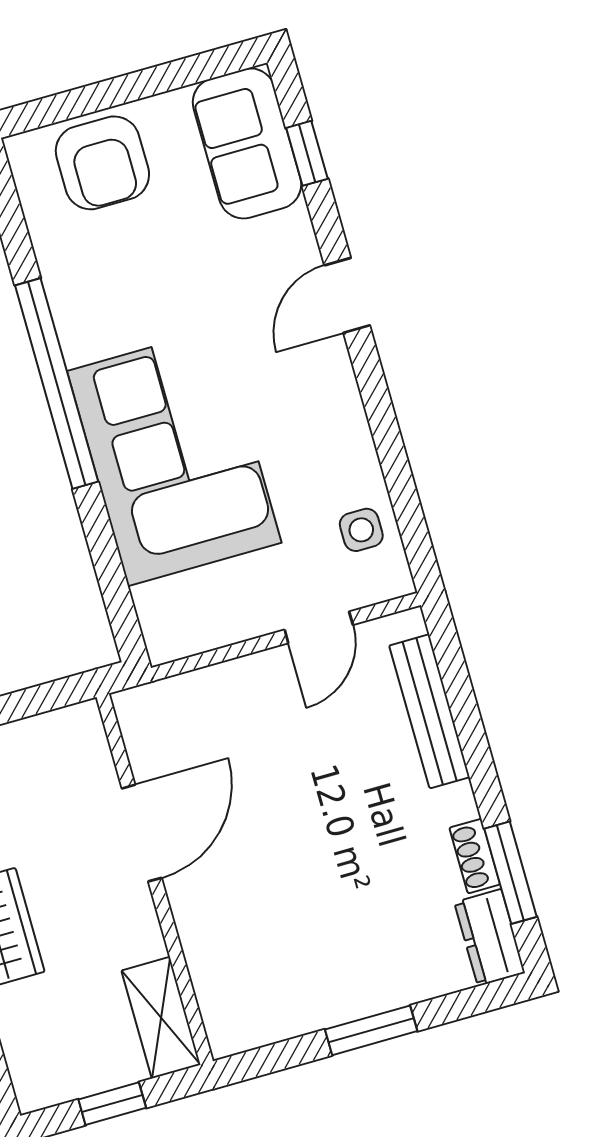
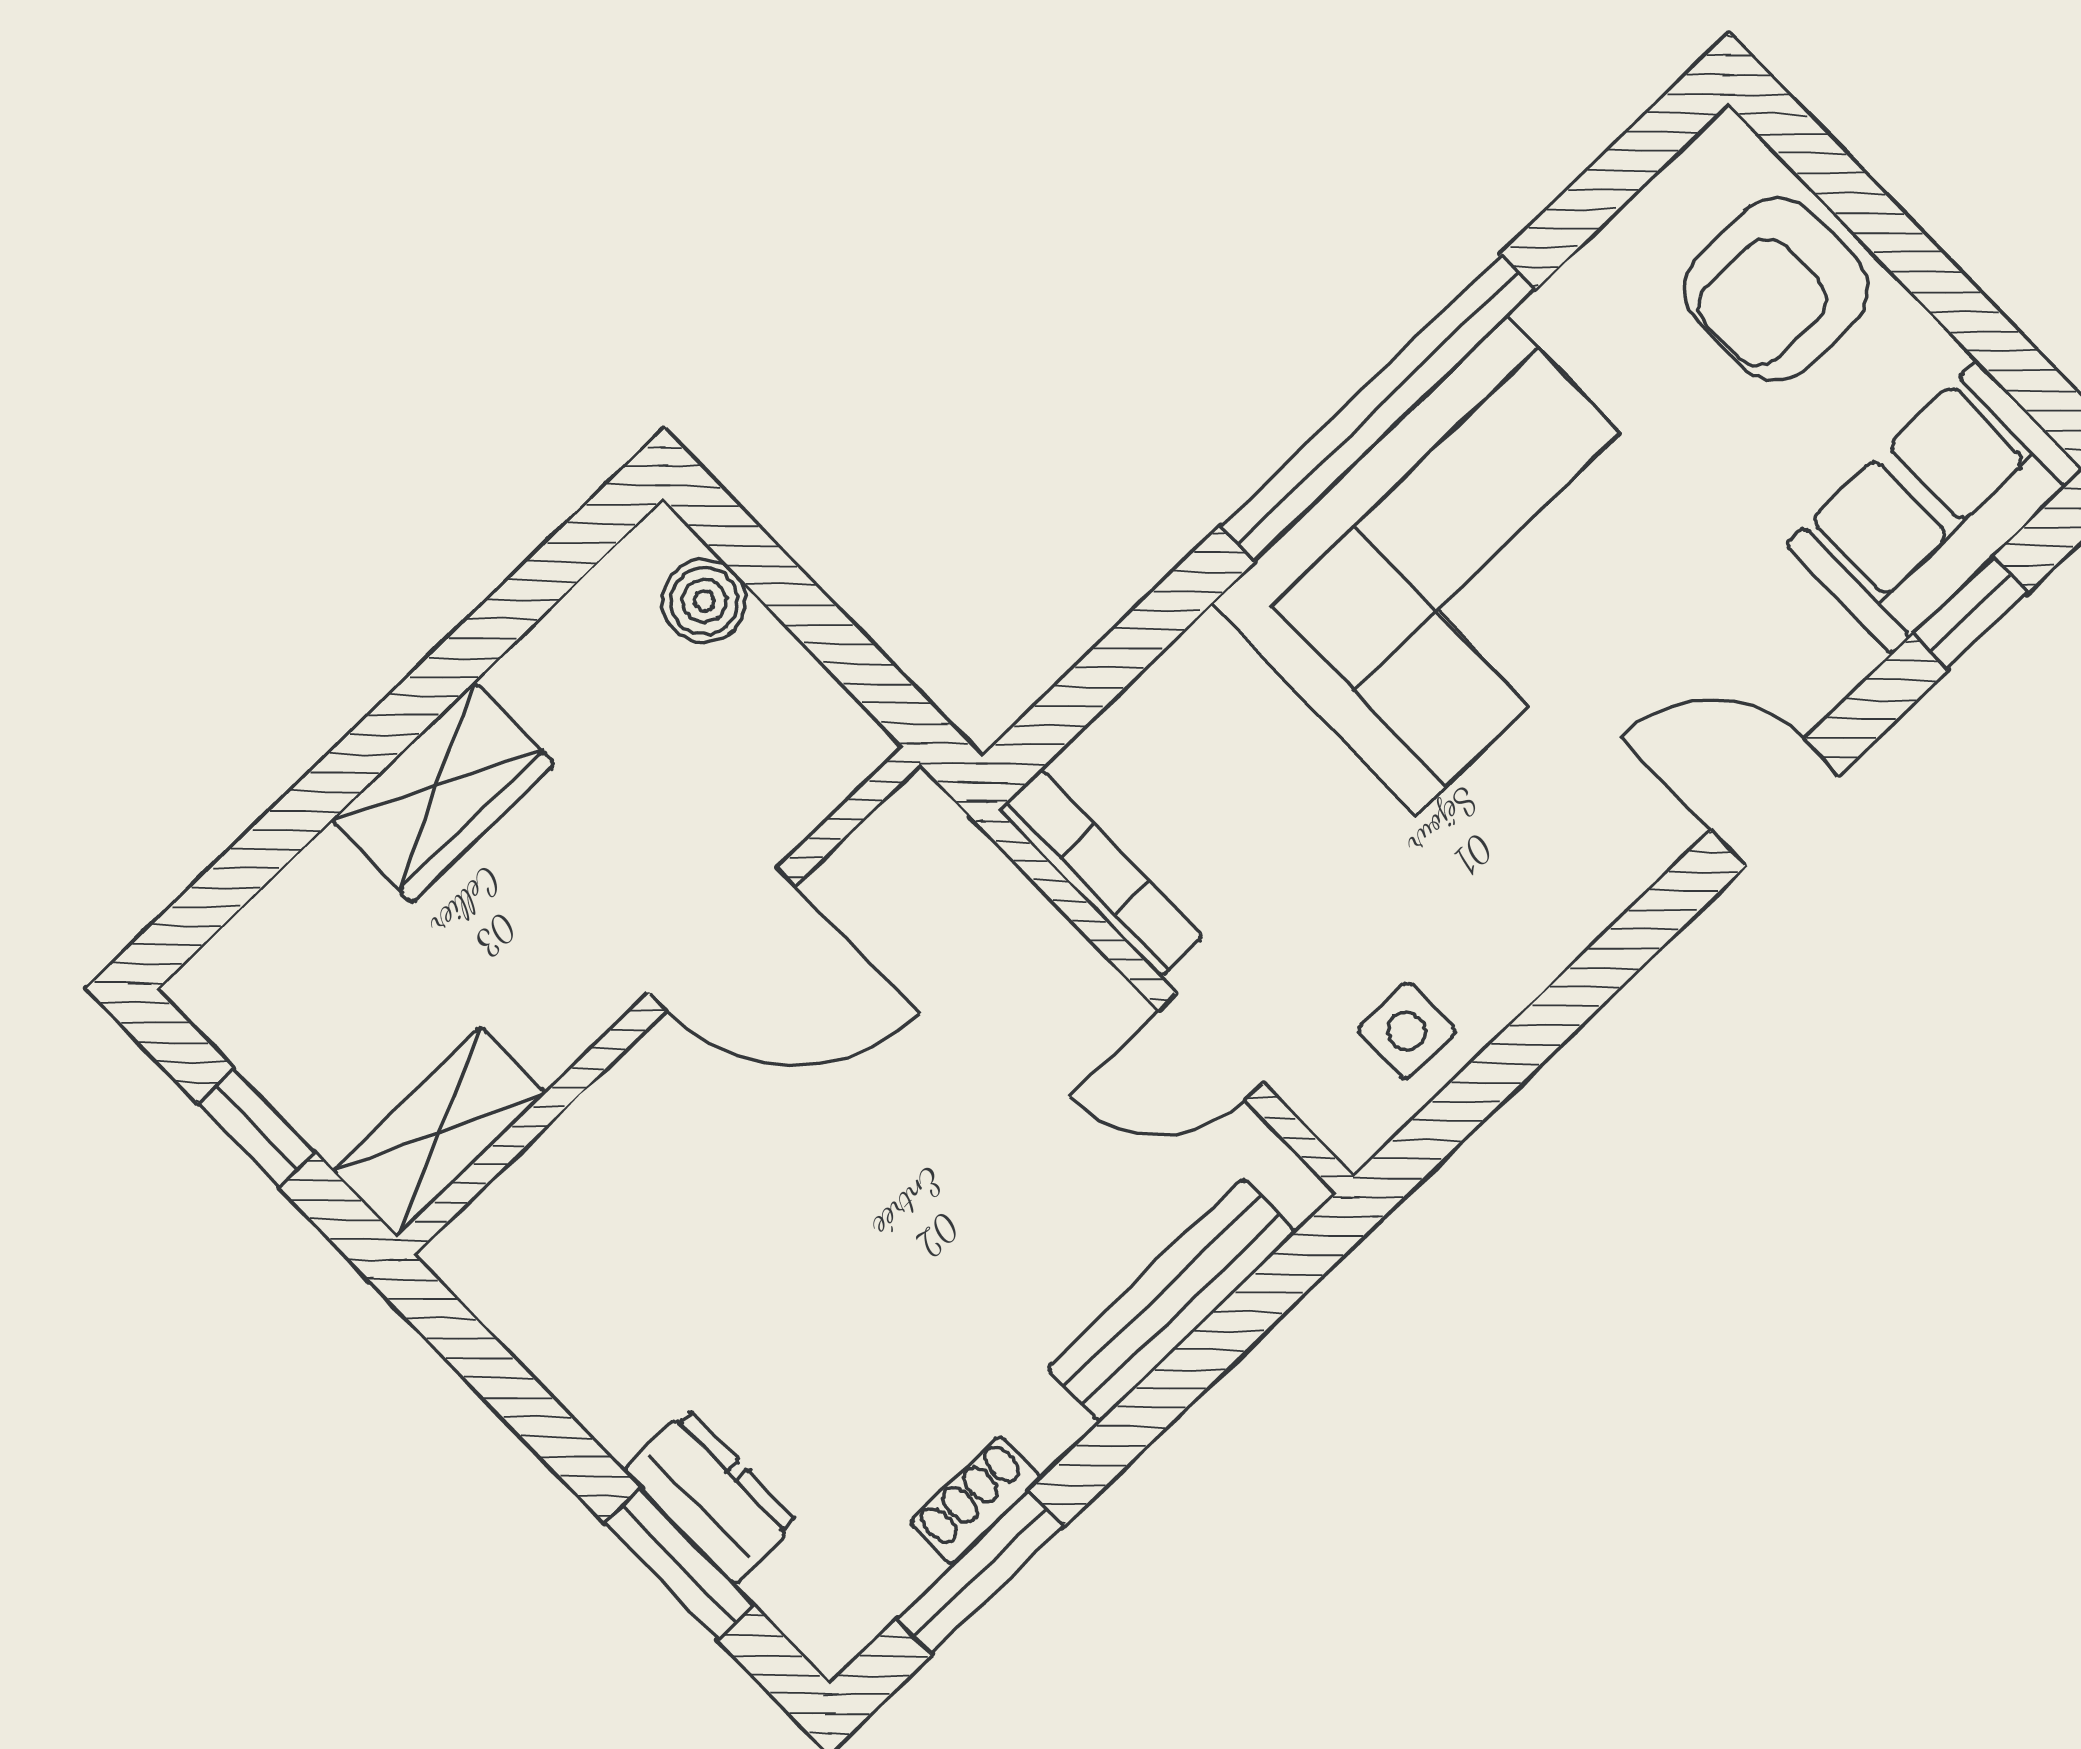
corner sofa: (174, 457) -> (1462, 566), moved
bookcase: (208, 635) -> (1101, 873), added
dresser: (490, 937) -> (711, 1496), moved, turned 90
window: (371, 1030) -> (679, 1564), moved

